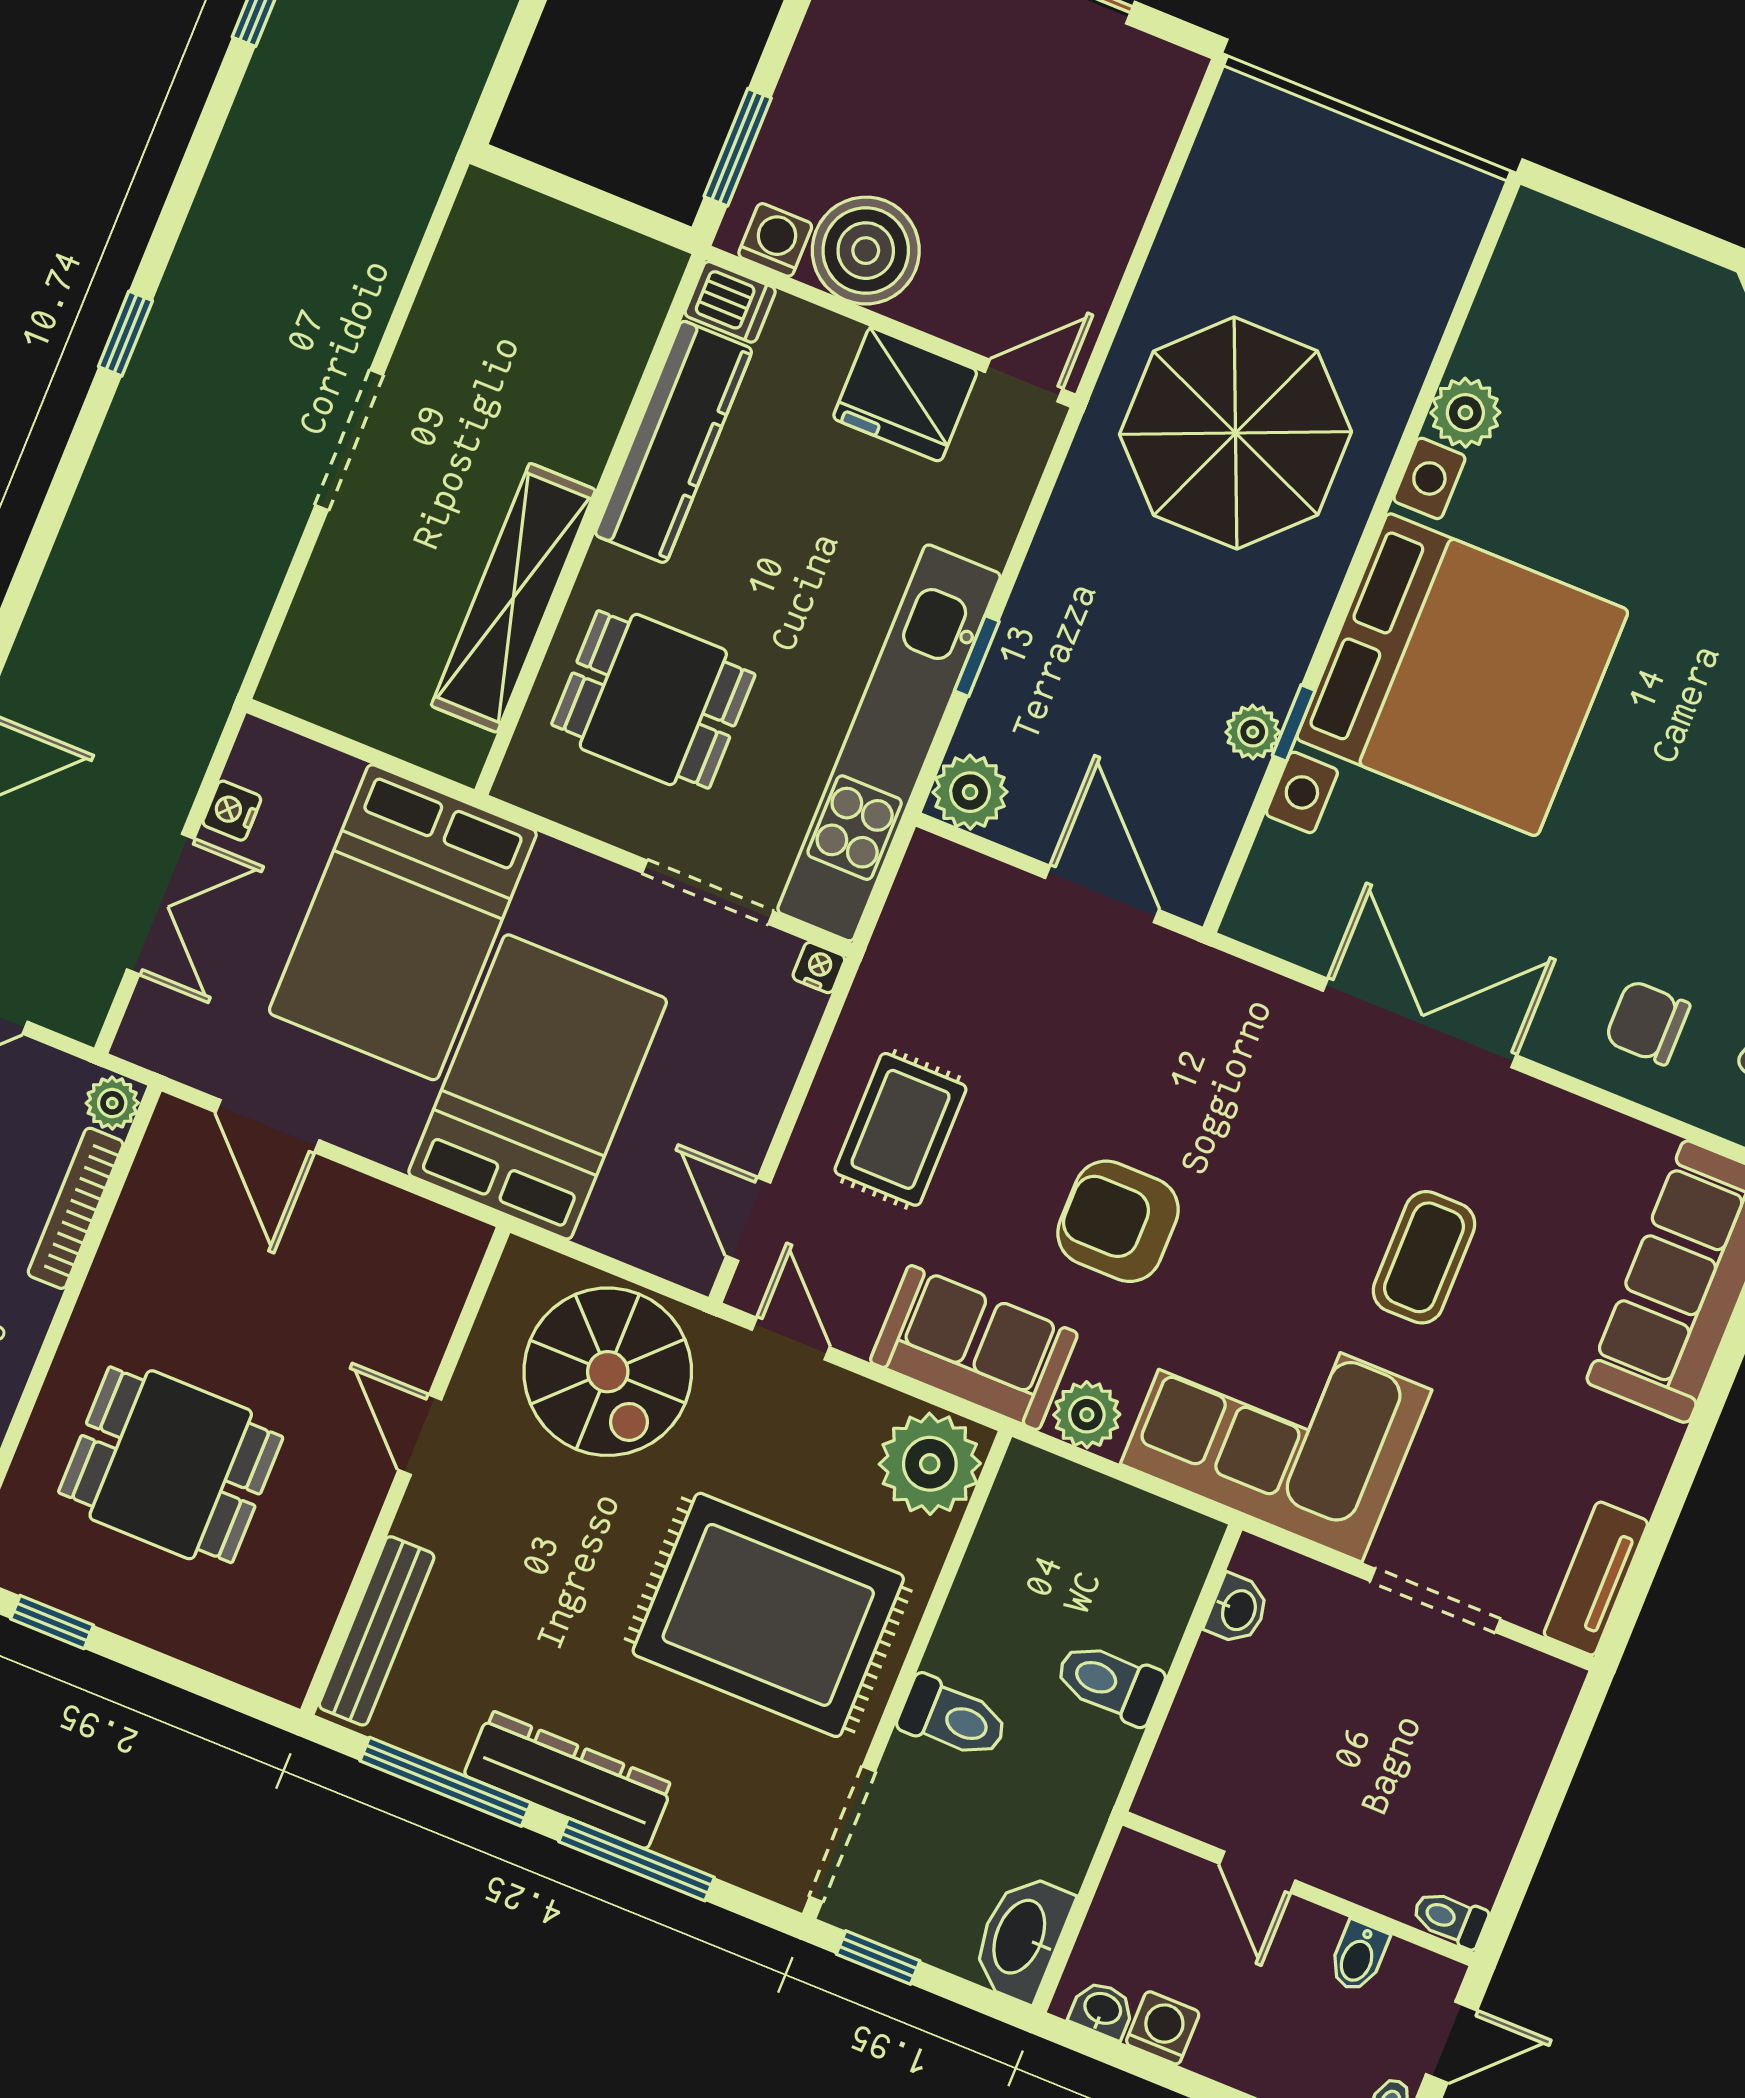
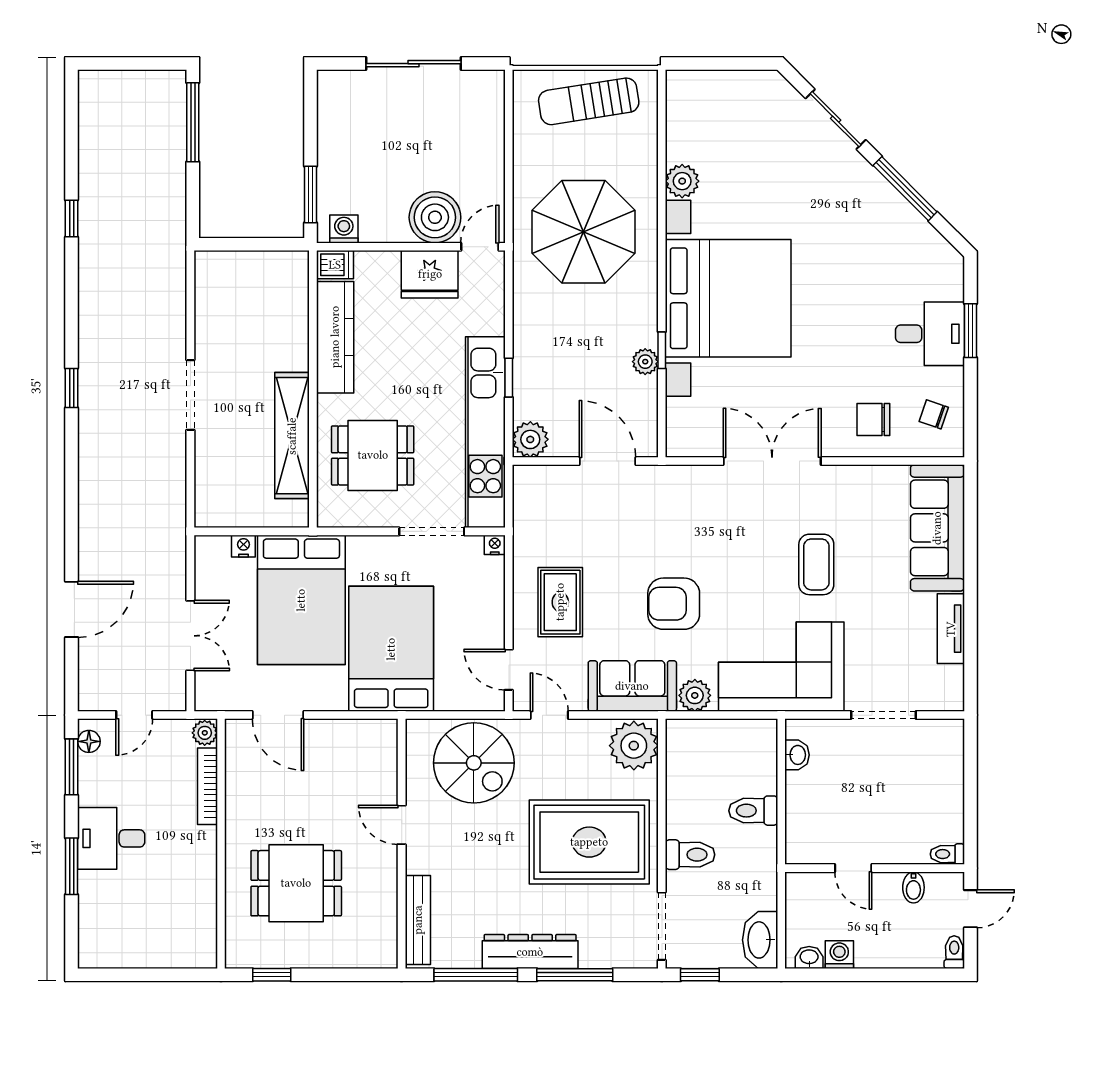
sun lounger: (1348, 186) -> (589, 101), added
boiler: (866, 251) -> (435, 217), moved
nightstand: (232, 811) -> (243, 546), moved, turned 90
tv unit: (1596, 1578) -> (951, 629), moved

